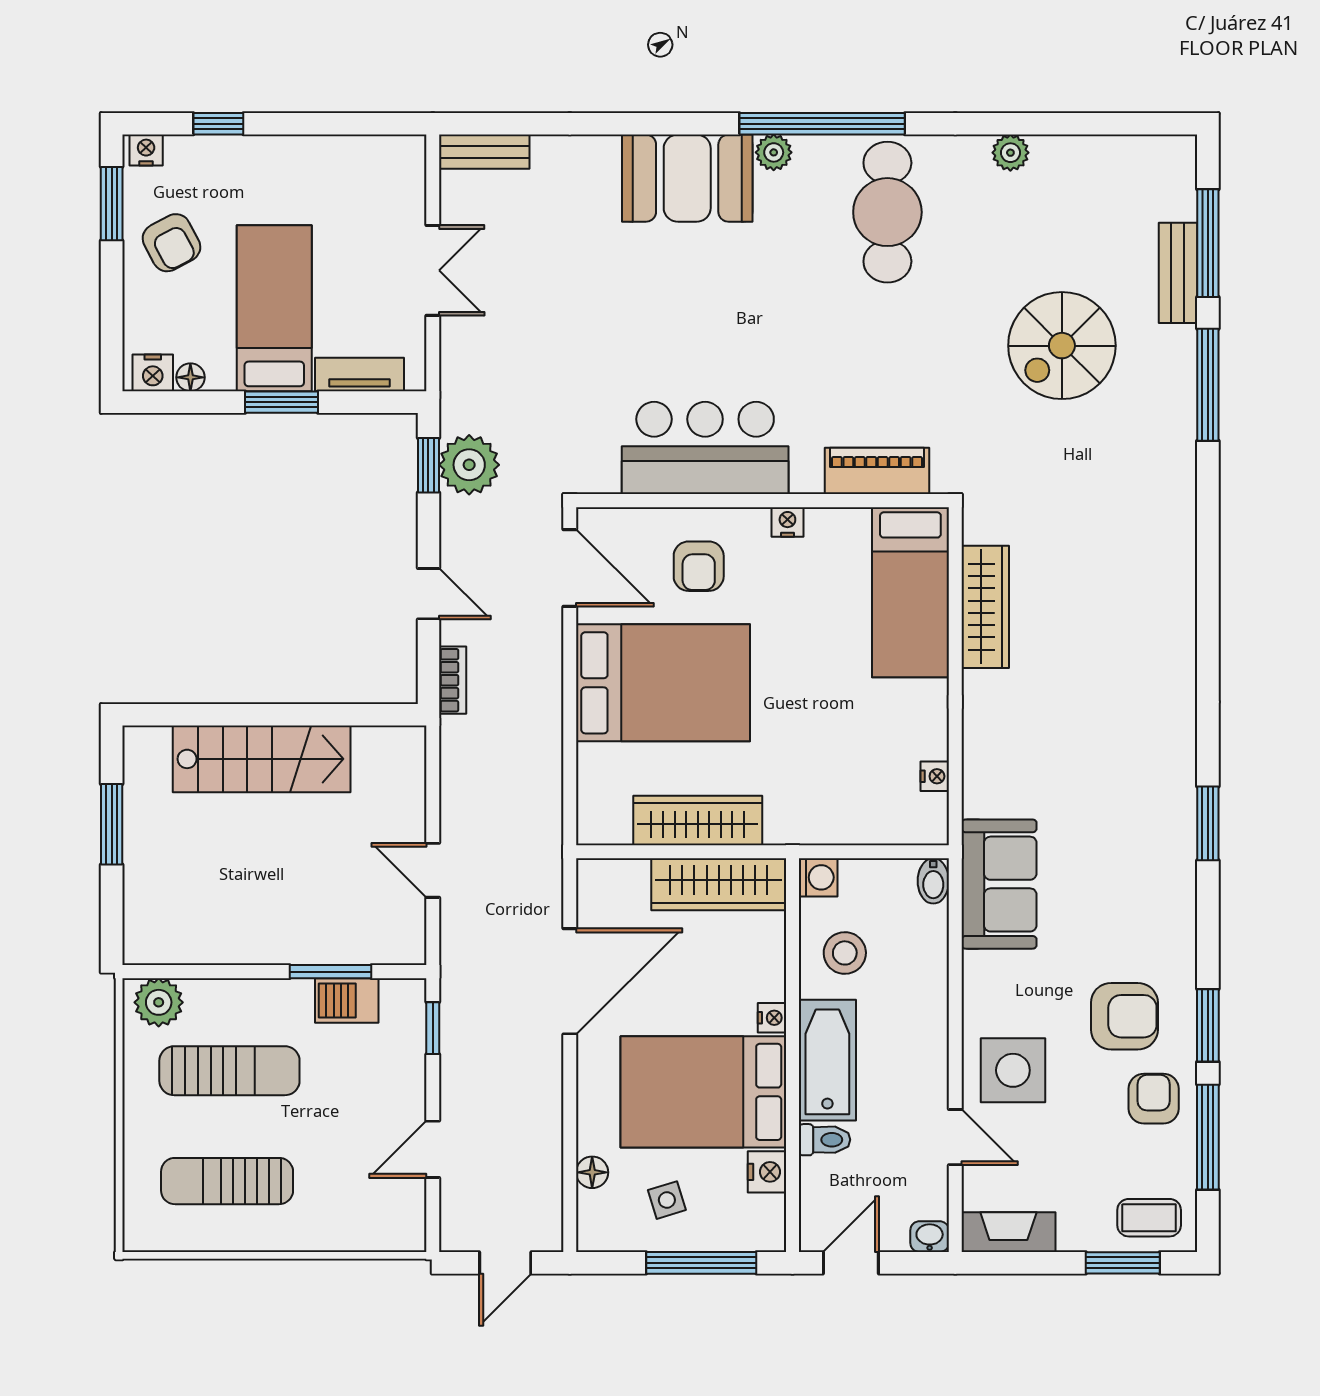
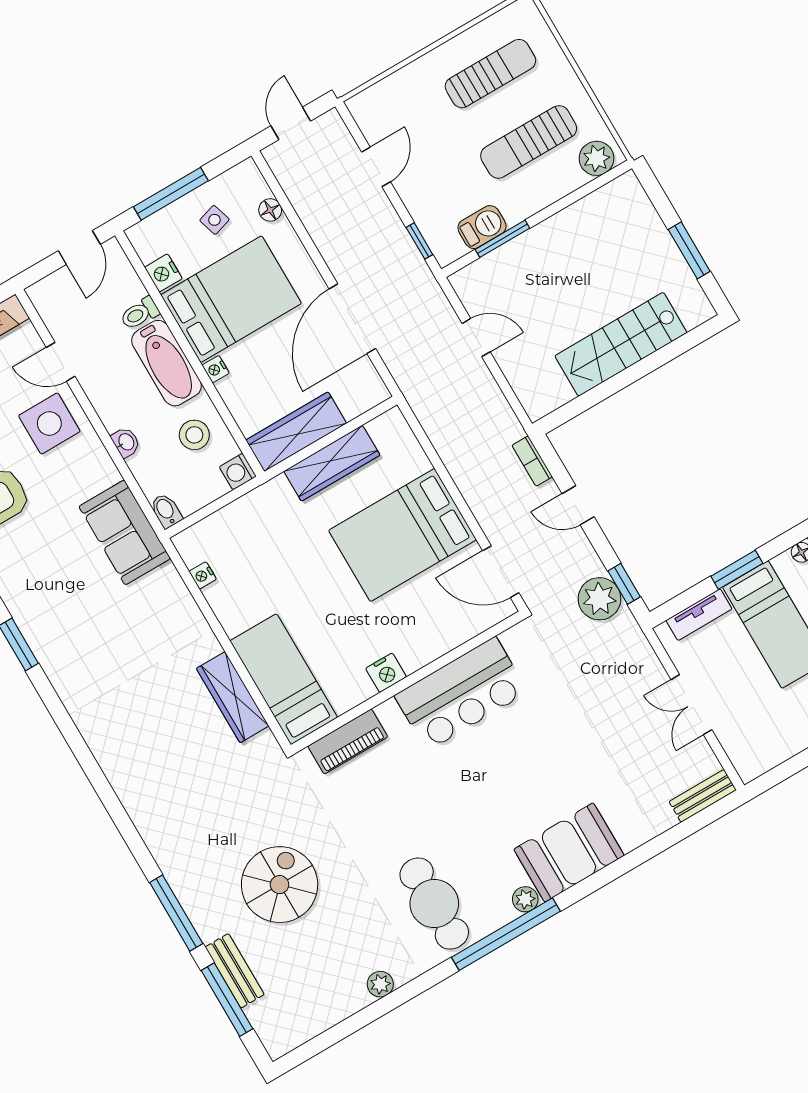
nightstand: (787, 522) -> (386, 673), width x1.39, depth x1.35
armchair: (699, 566) -> (423, 619), removed
washbasin: (930, 1237) -> (126, 442), moved, turned -90

